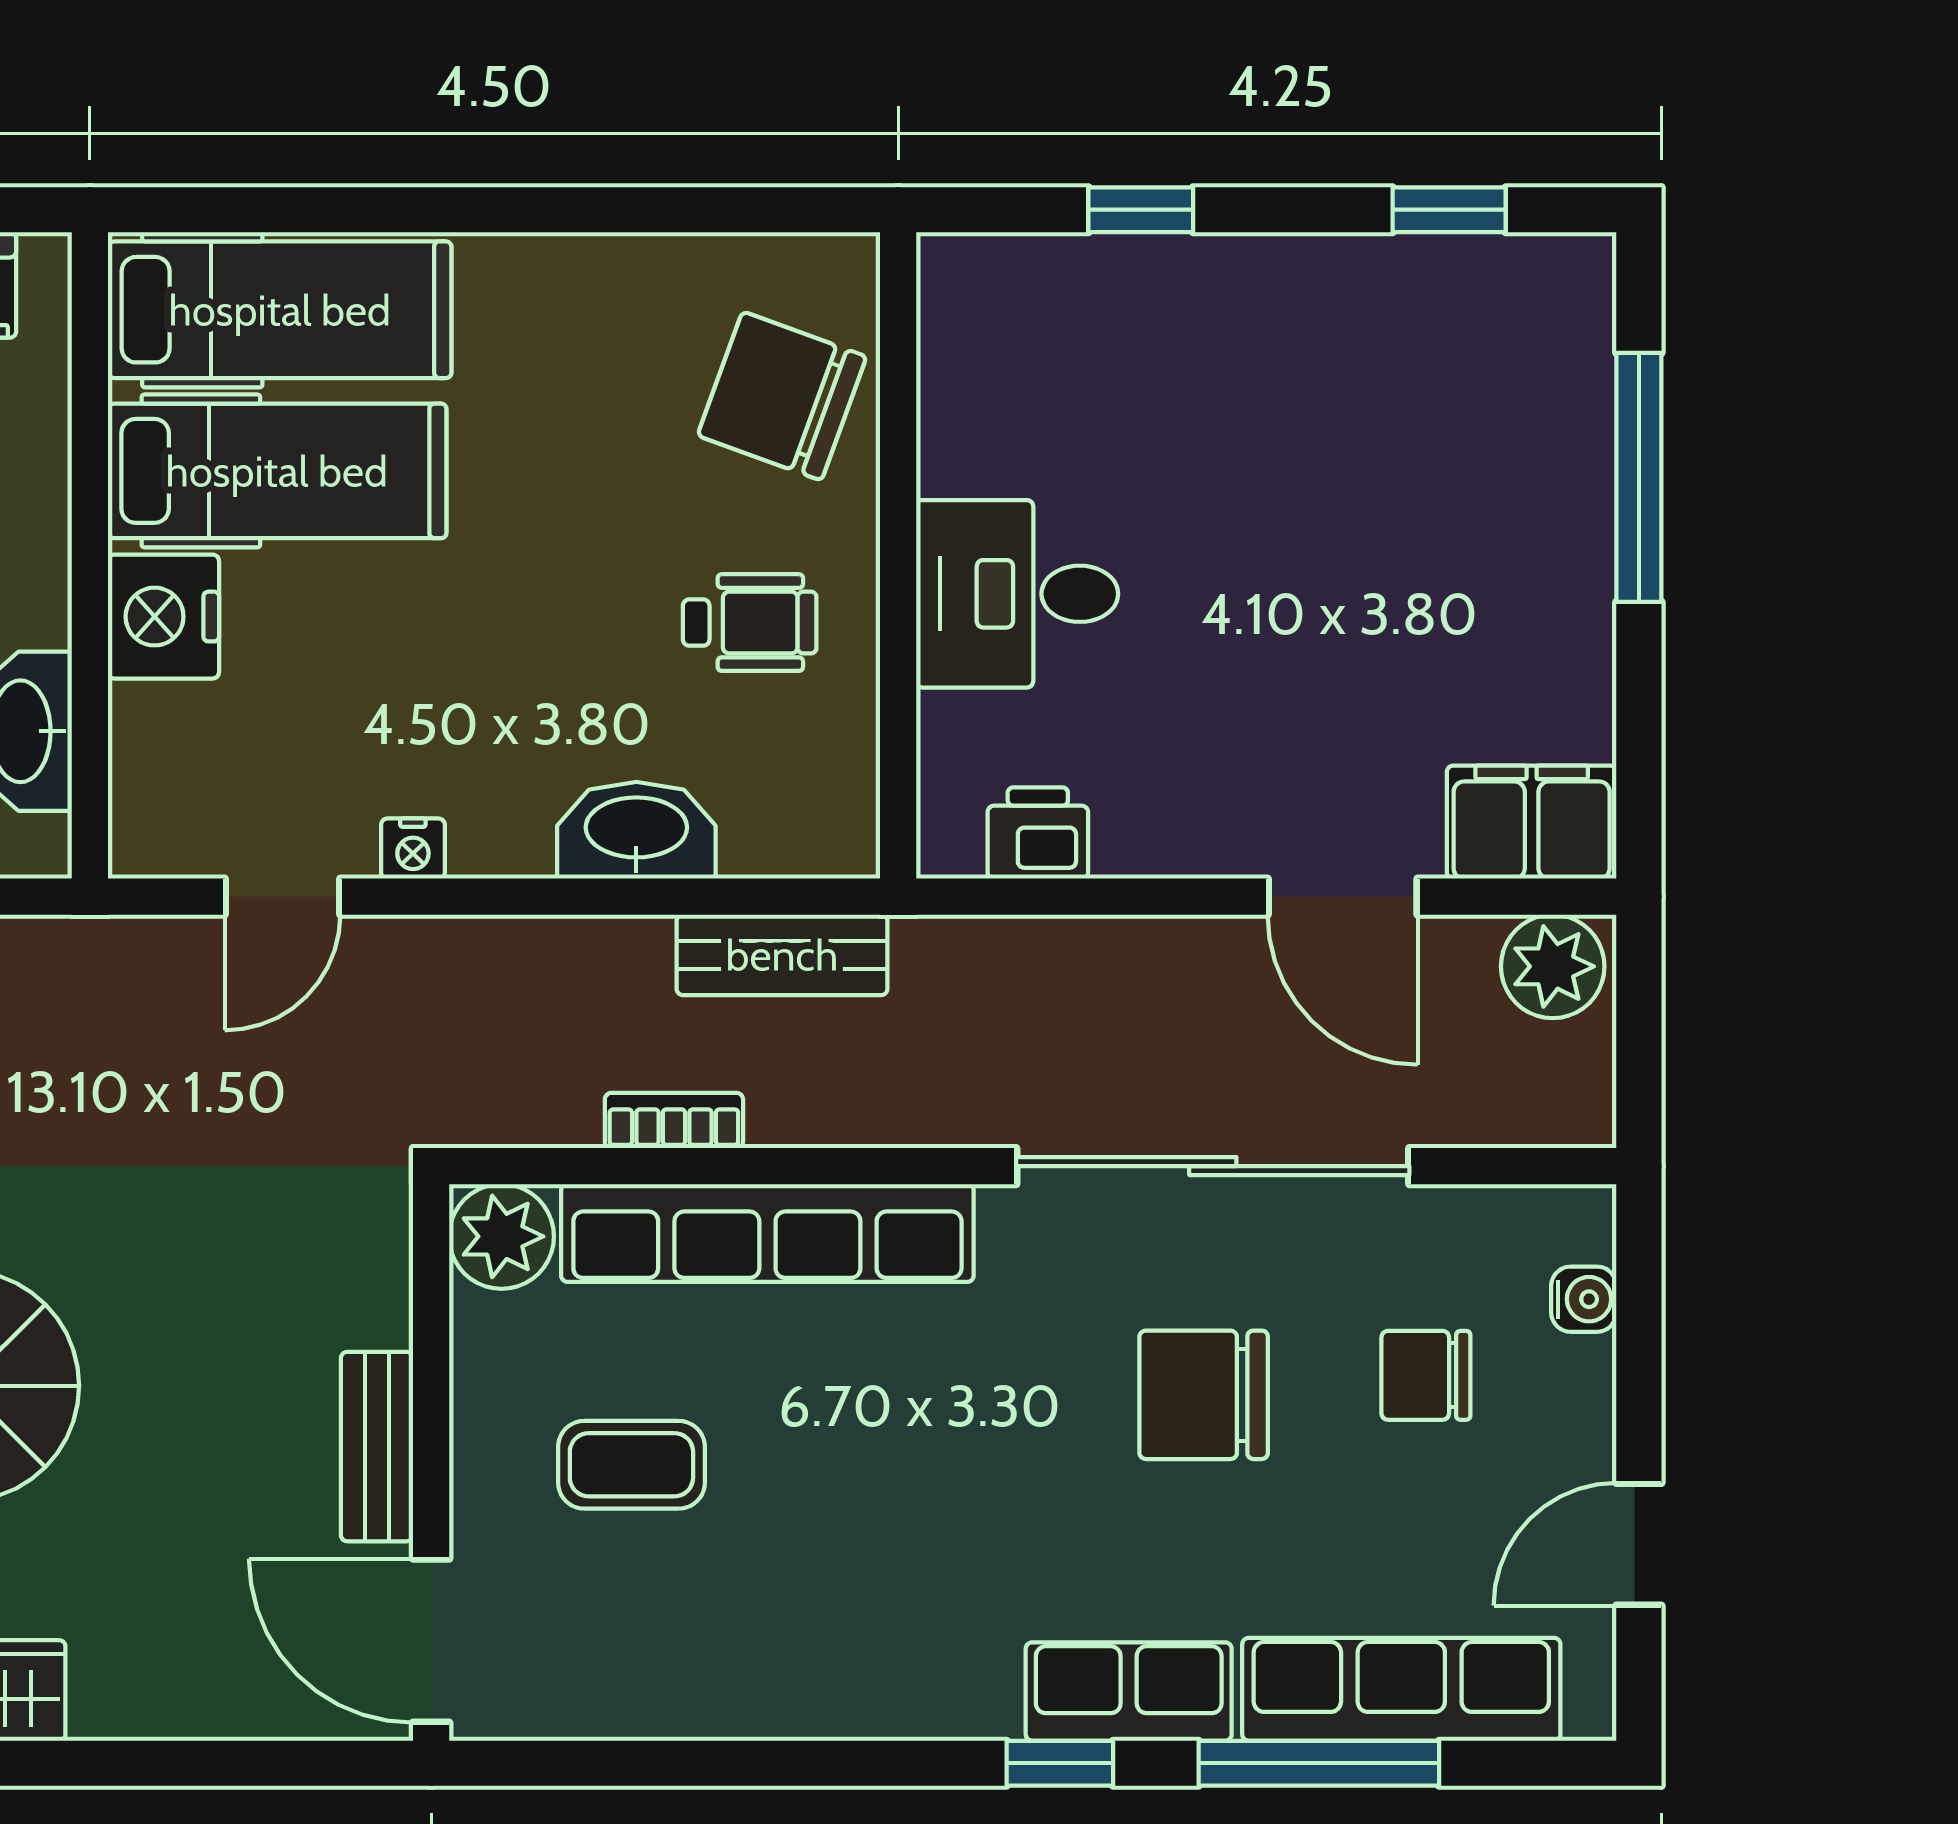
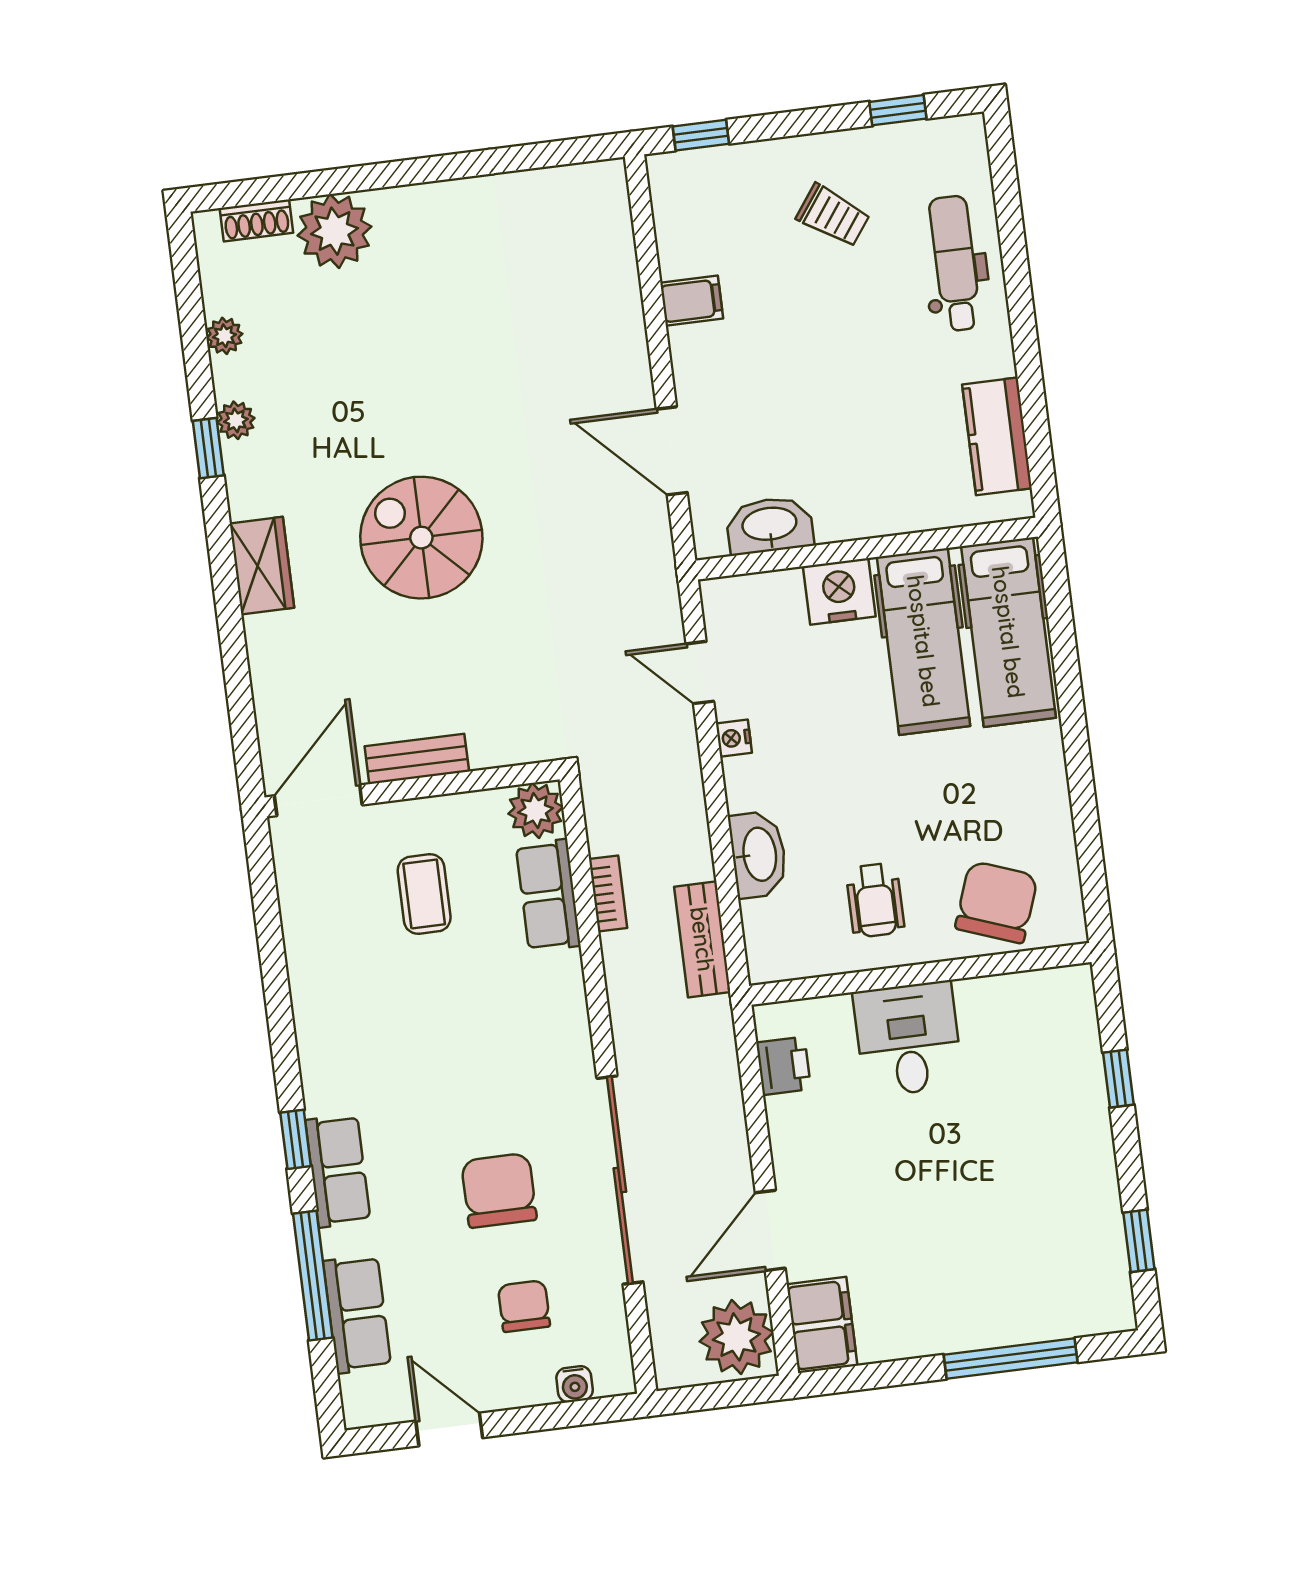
plant: (1553, 966) -> (736, 1337), width x1.36, depth x1.36
row of seats: (767, 1233) -> (548, 895), width x0.50
row of seats: (1401, 1689) -> (357, 1314), width x0.68

